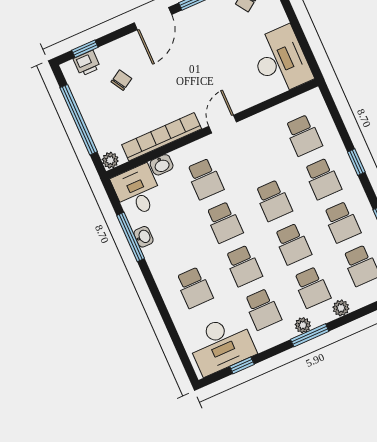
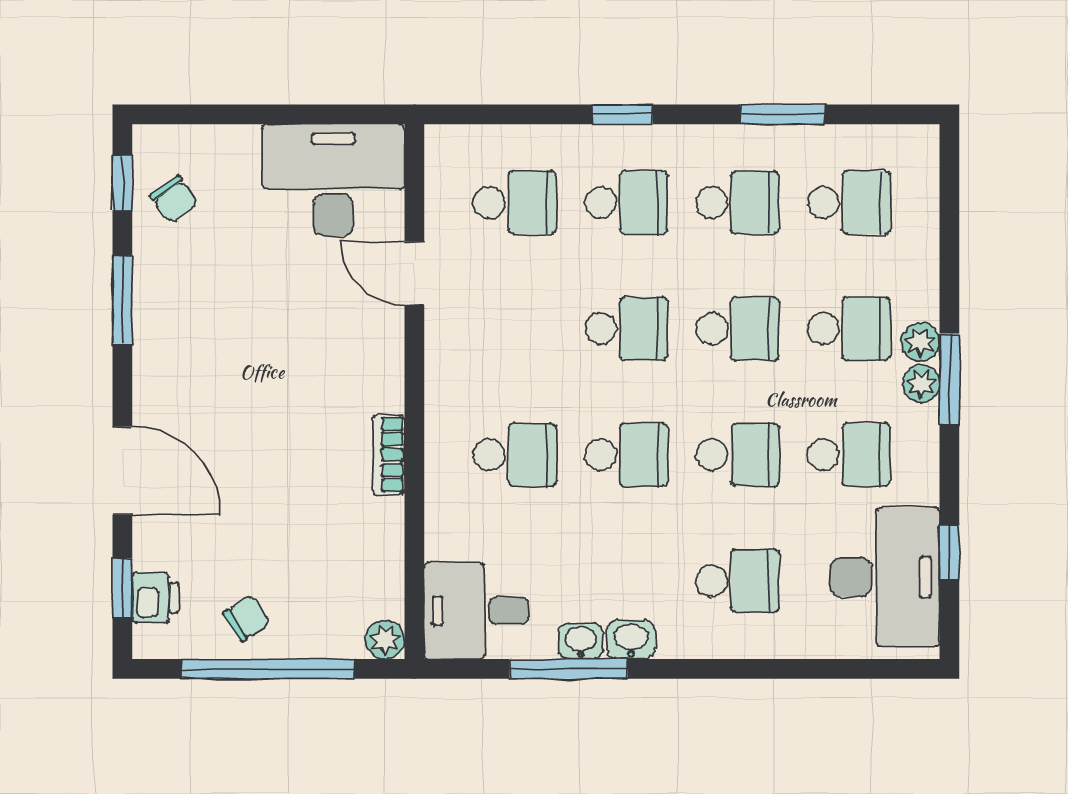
door: (153, 19) -> (122, 471), moved
chair: (121, 80) -> (247, 618), moved, turned 88
door: (223, 124) -> (414, 273), moved
bookcase: (162, 137) -> (388, 455), width x0.43, depth x0.76
washbasin: (162, 165) -> (631, 640), moved, turned -90
plant: (341, 308) -> (920, 342), moved

